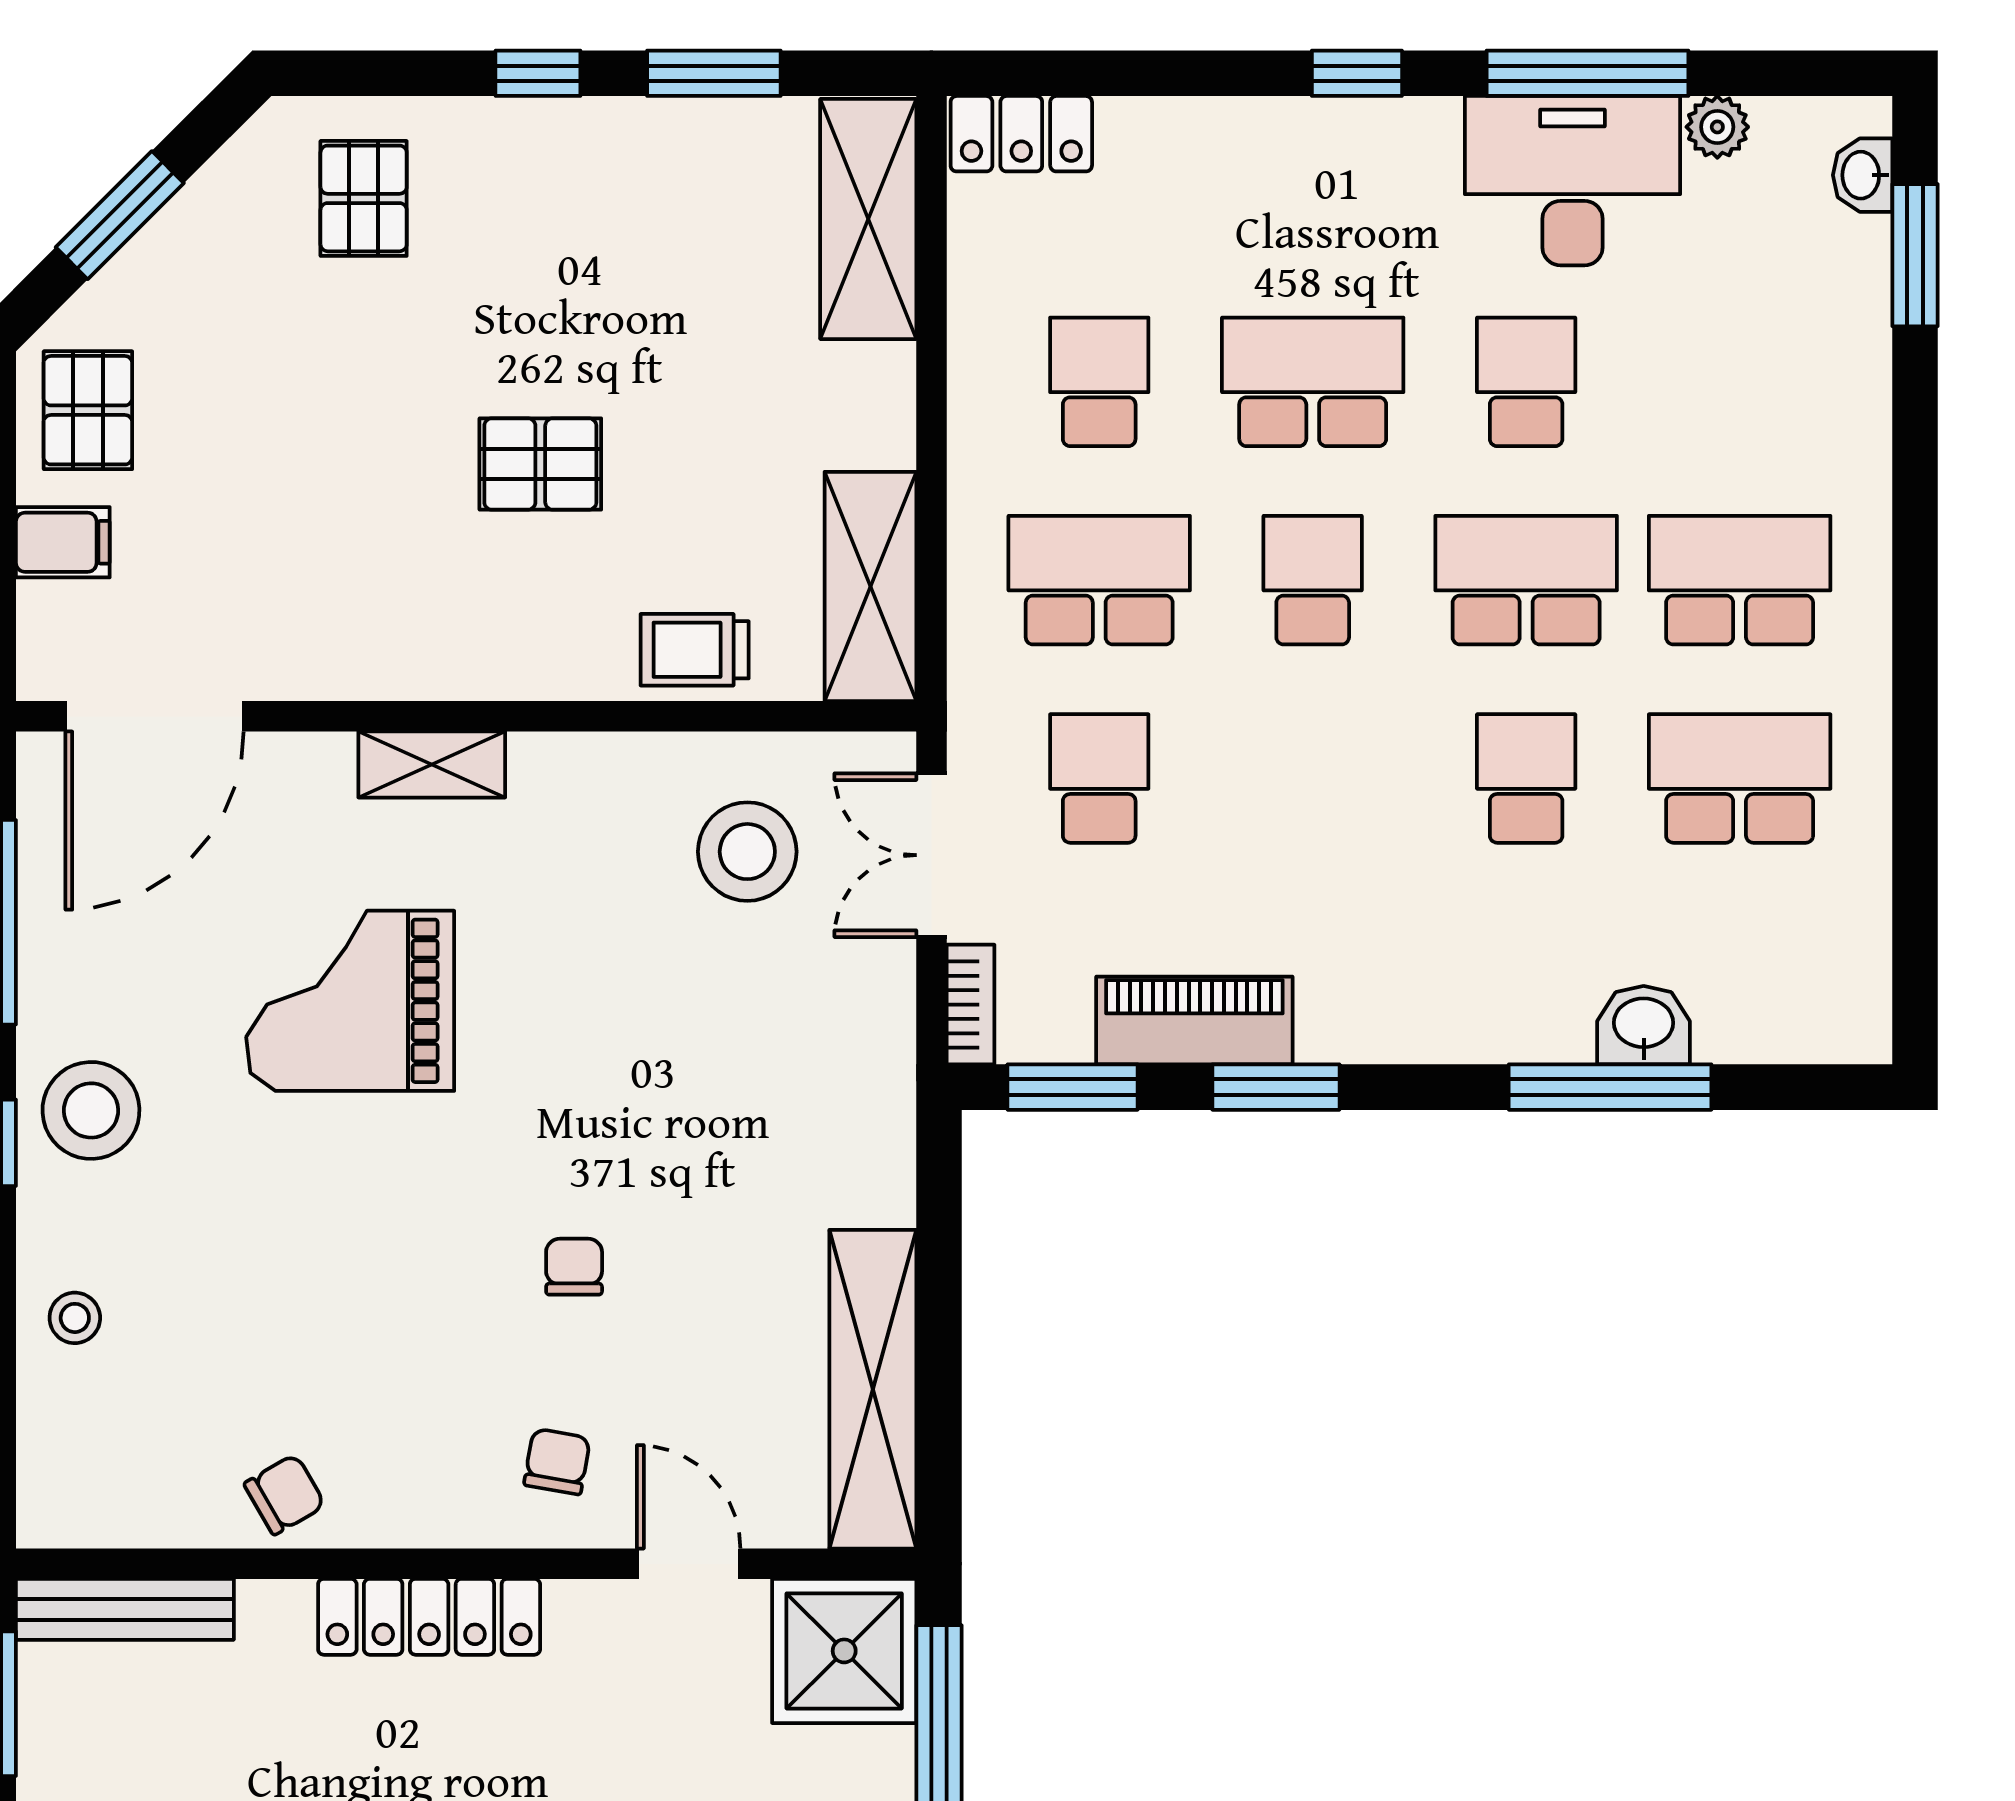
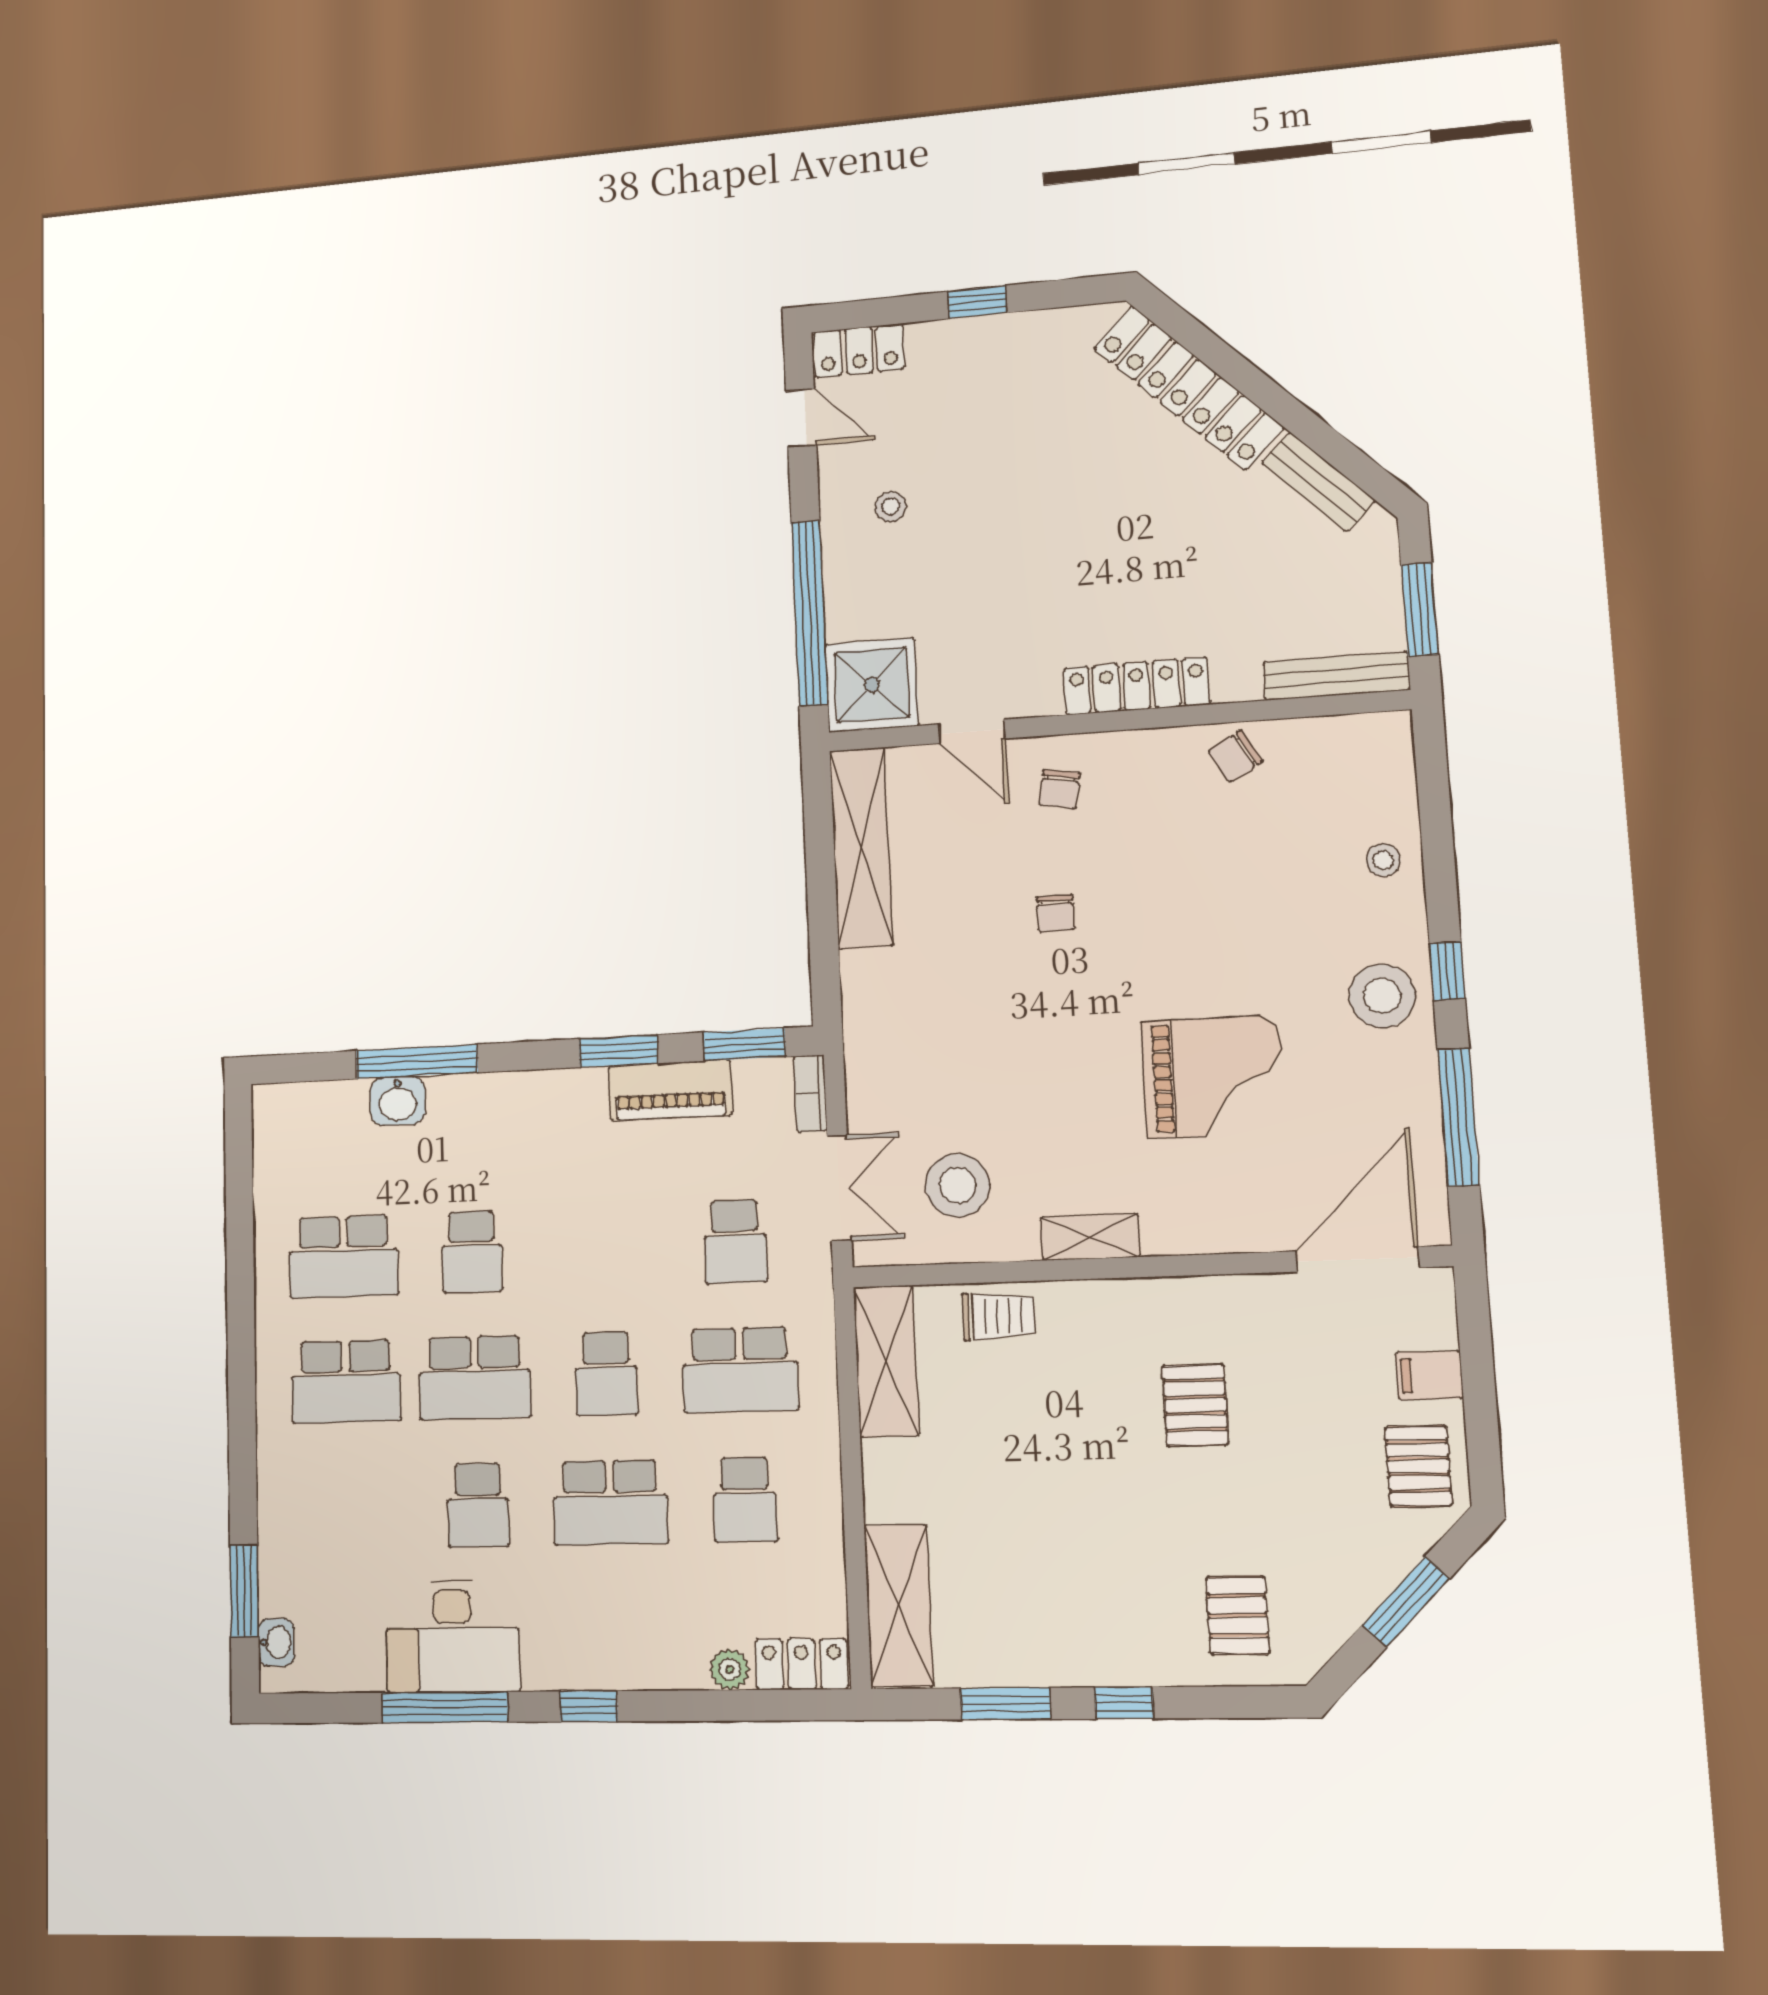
plant: (1717, 127) -> (730, 1669), moved
pallet: (540, 464) -> (1195, 1405), moved, turned 90
shelving: (432, 765) -> (1090, 1237), moved

